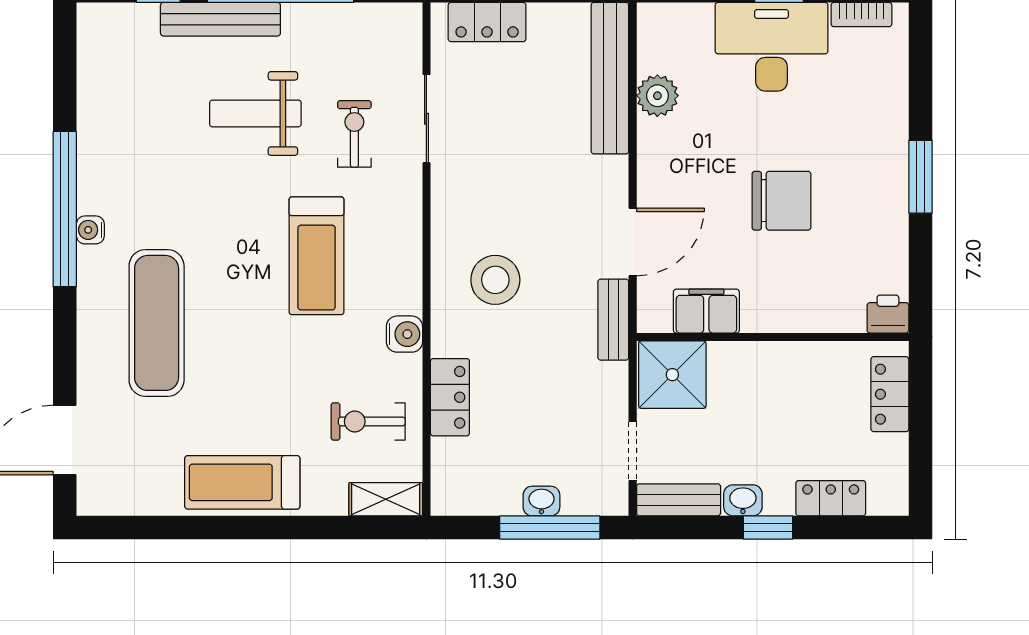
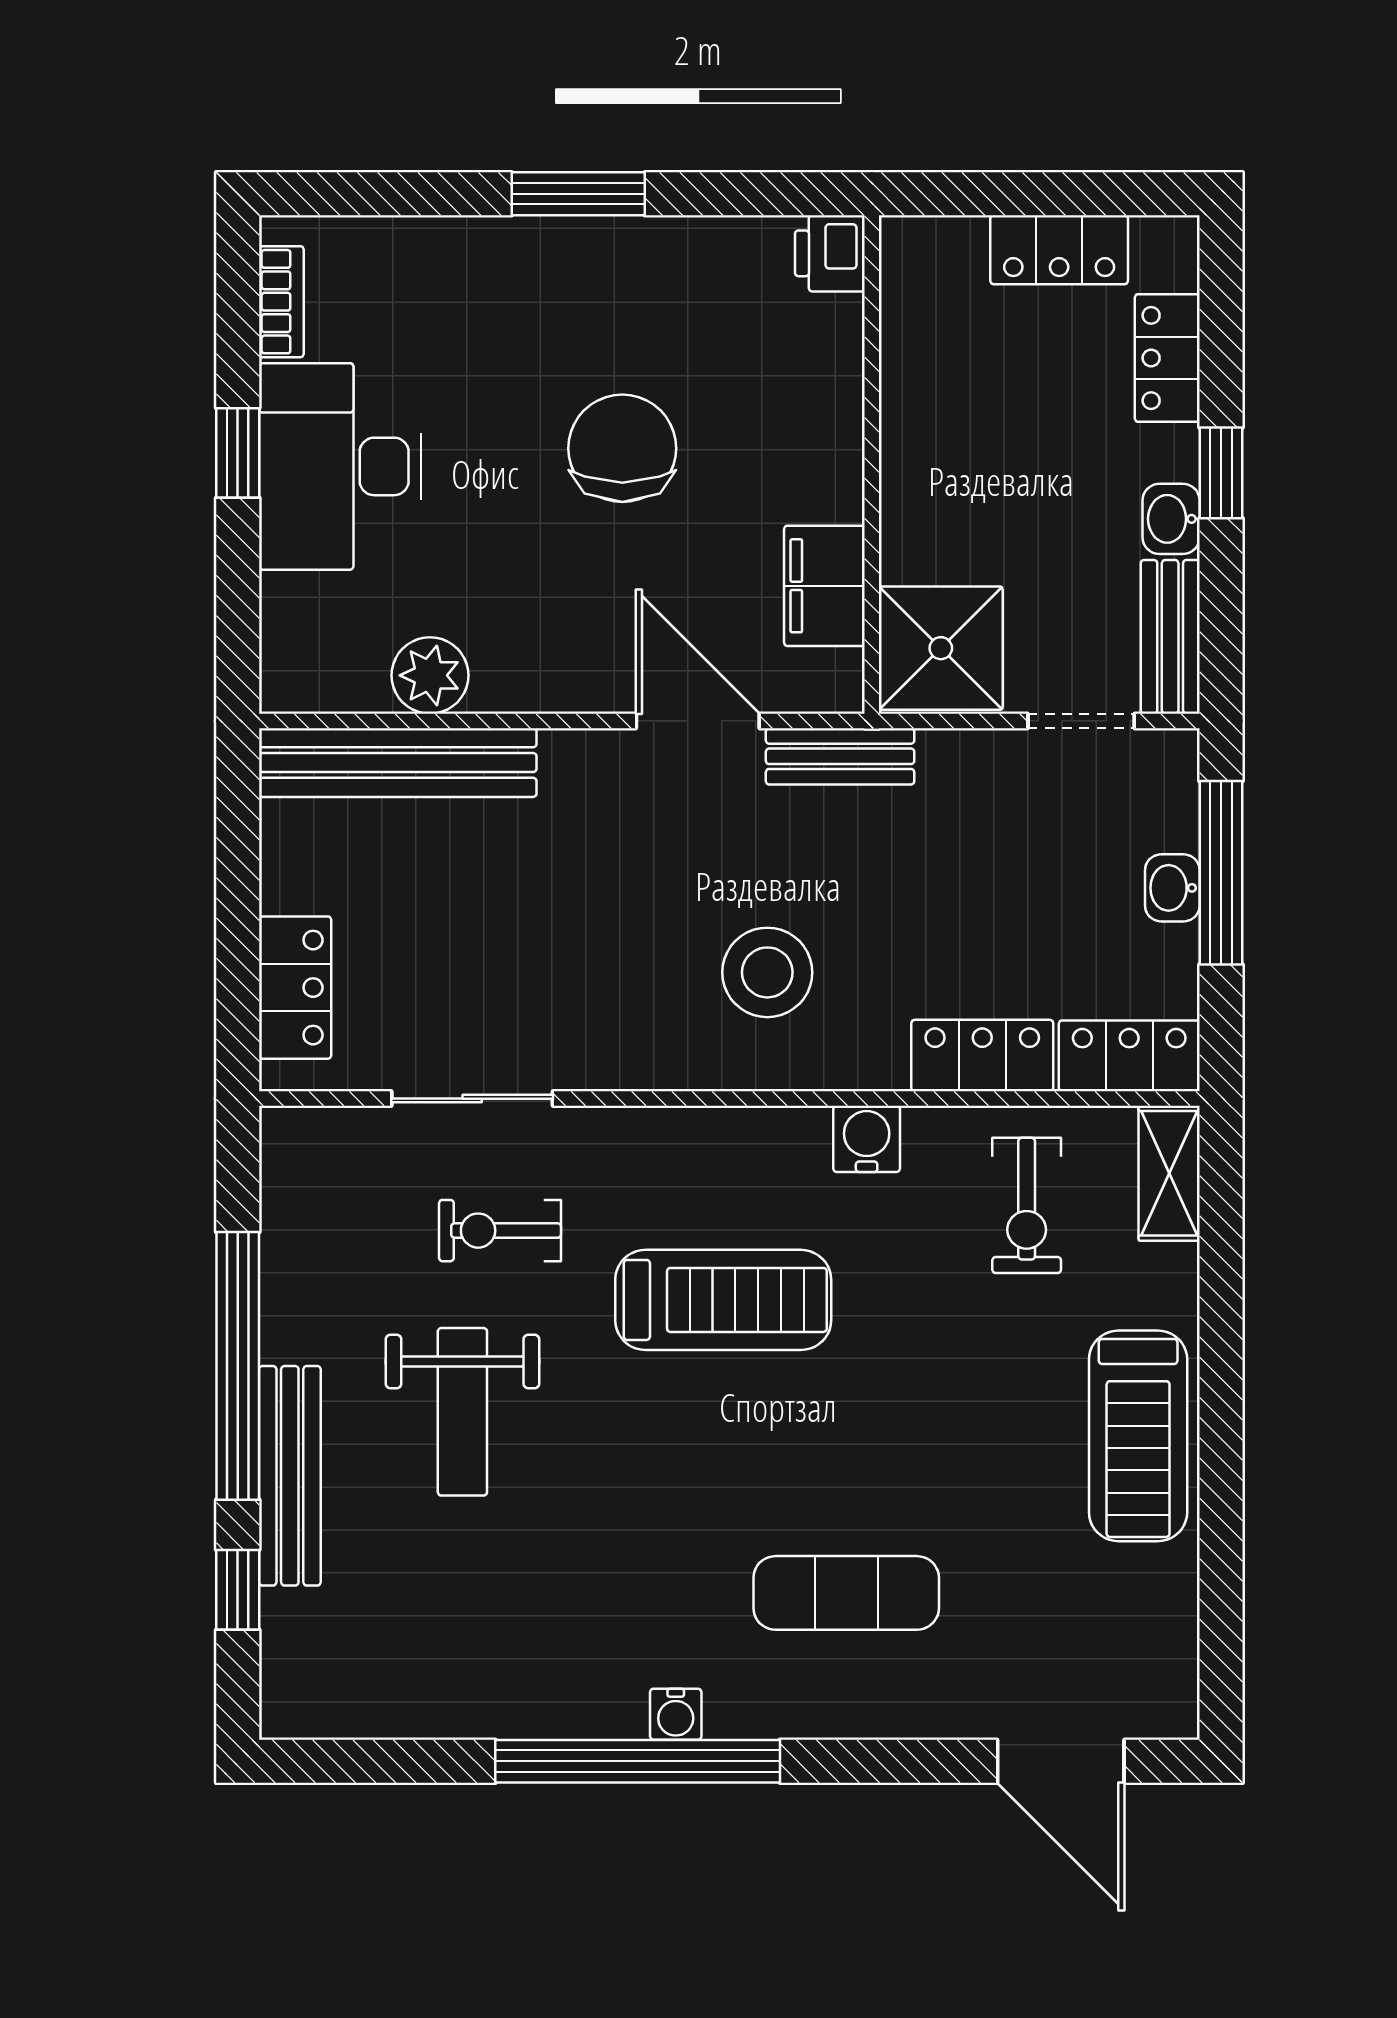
exercise mat: (157, 323) -> (846, 1593), width x0.73, depth x0.69
locker: (890, 394) -> (1059, 250), moved
locker: (450, 477) -> (1129, 1056), added

